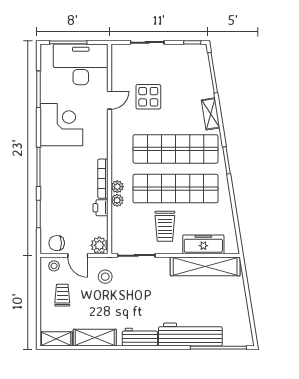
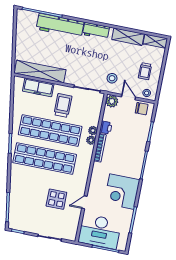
shelving: (211, 114) -> (15, 178), removed

